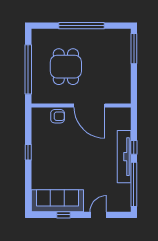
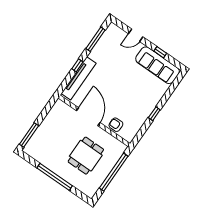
tv unit: (124, 157) -> (79, 78), moved
window: (134, 184) -> (95, 39), width x0.68

